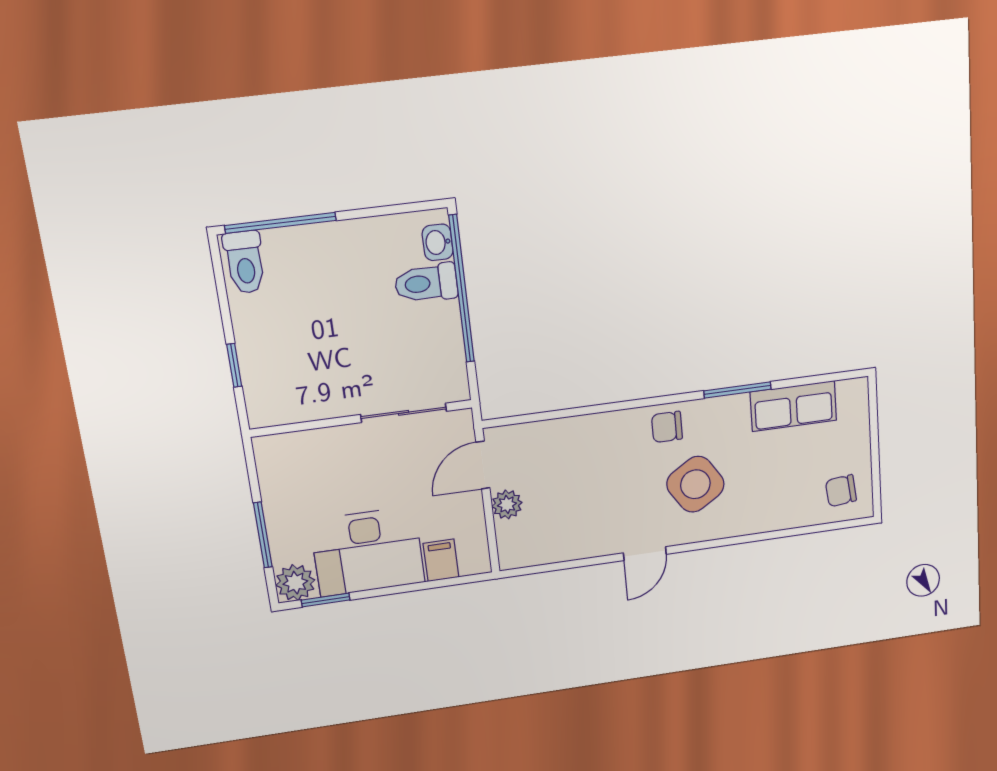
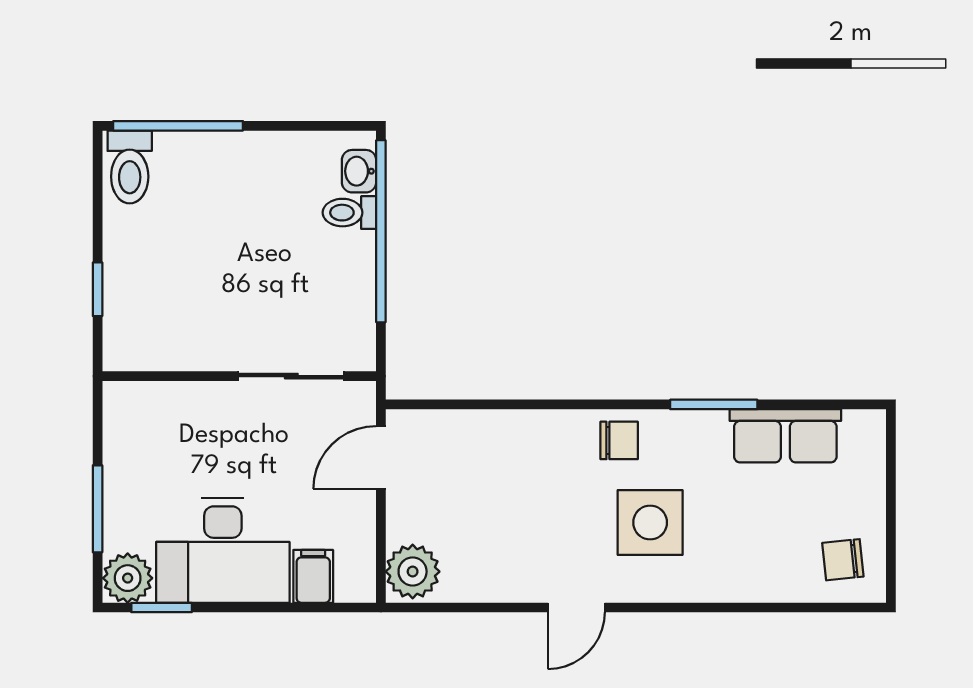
toilet: (426, 283) -> (349, 213), width x0.73, depth x0.72
chair: (667, 427) -> (619, 440), turned 180
side table: (695, 484) -> (650, 523), turned 33
plant: (507, 504) -> (413, 572), moved, width x1.38, depth x1.38

